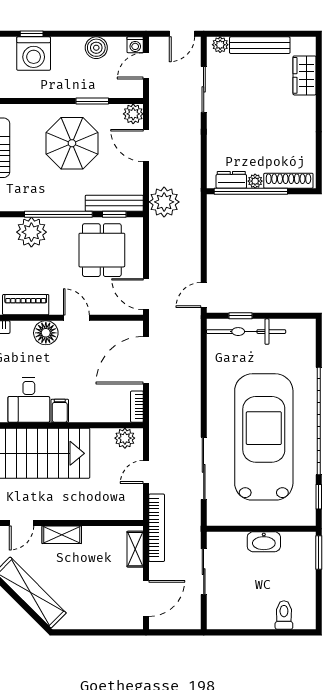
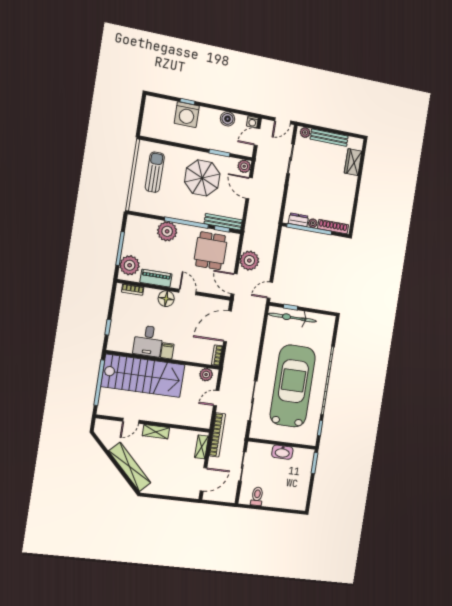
plant: (164, 202) -> (249, 261), moved
toilet: (284, 615) -> (257, 496), moved

